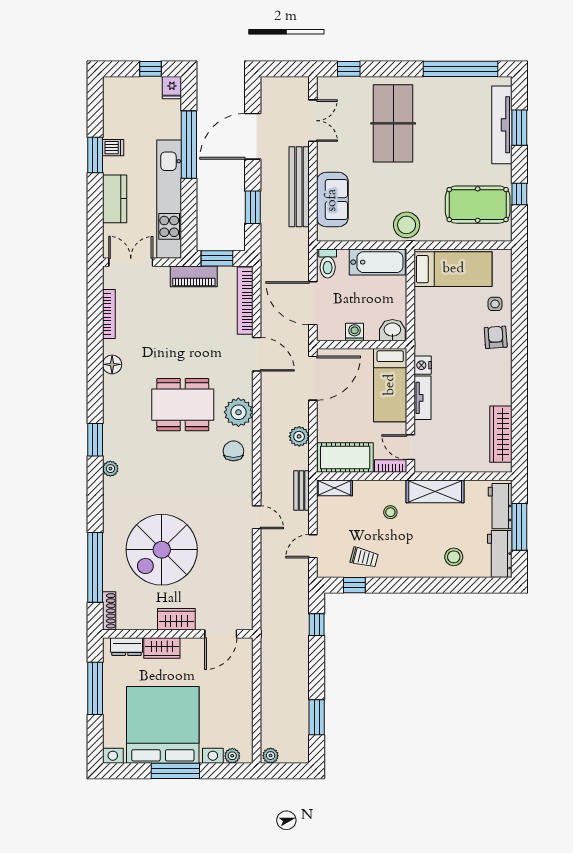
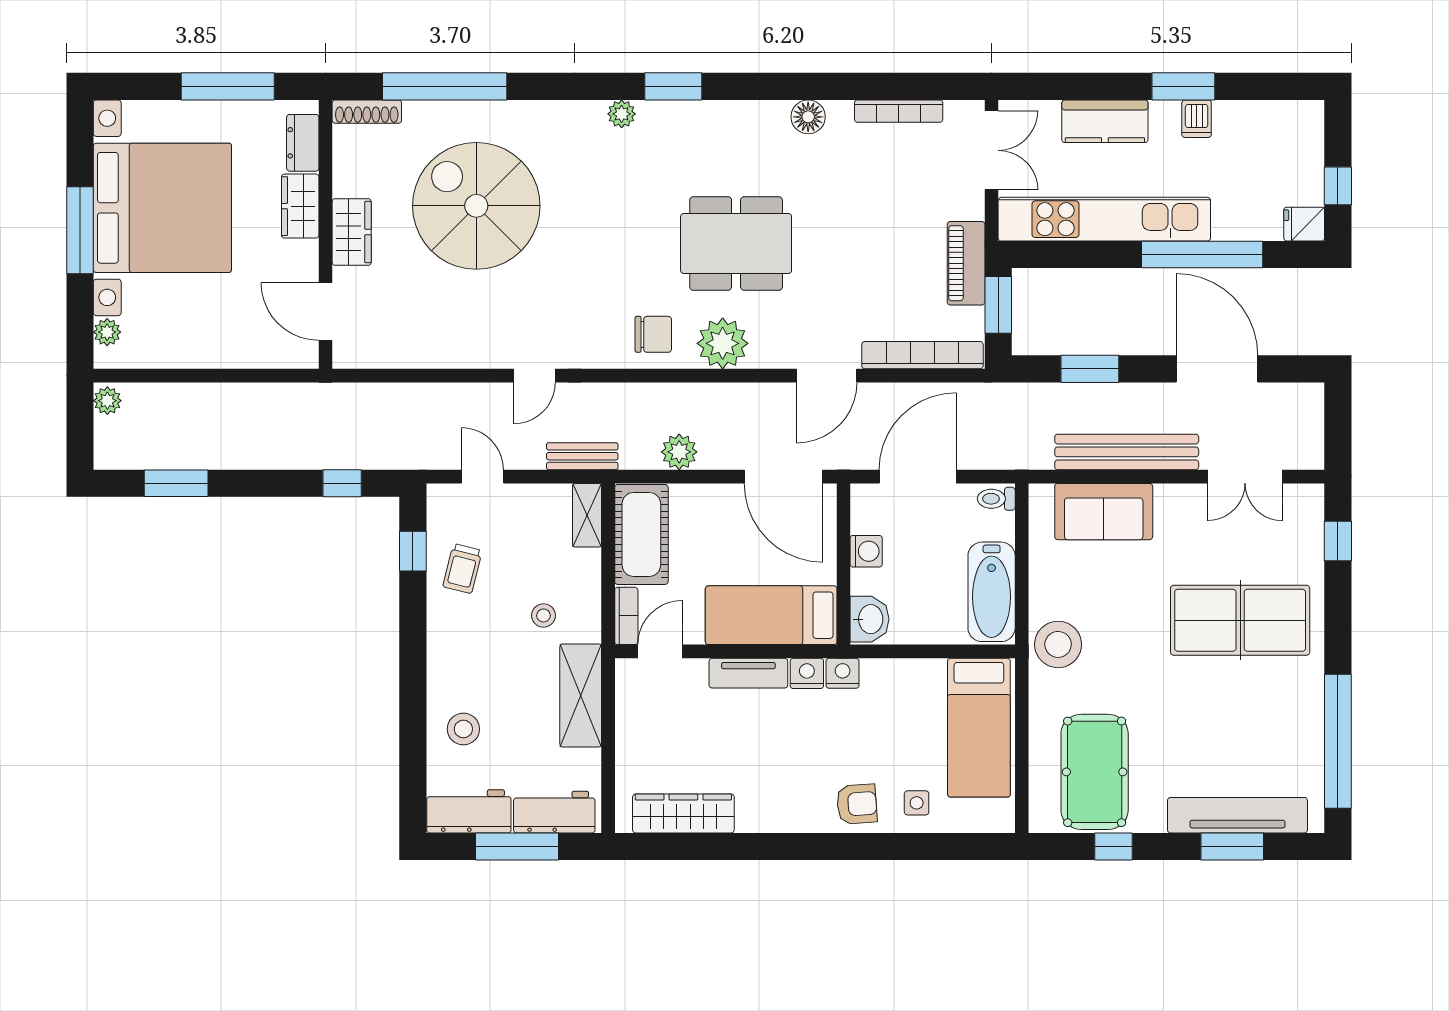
toilet: (328, 264) -> (996, 499), width x0.73, depth x0.72
nightstand: (423, 345) -> (843, 673), added
dining table: (183, 405) -> (736, 244), turned 90

